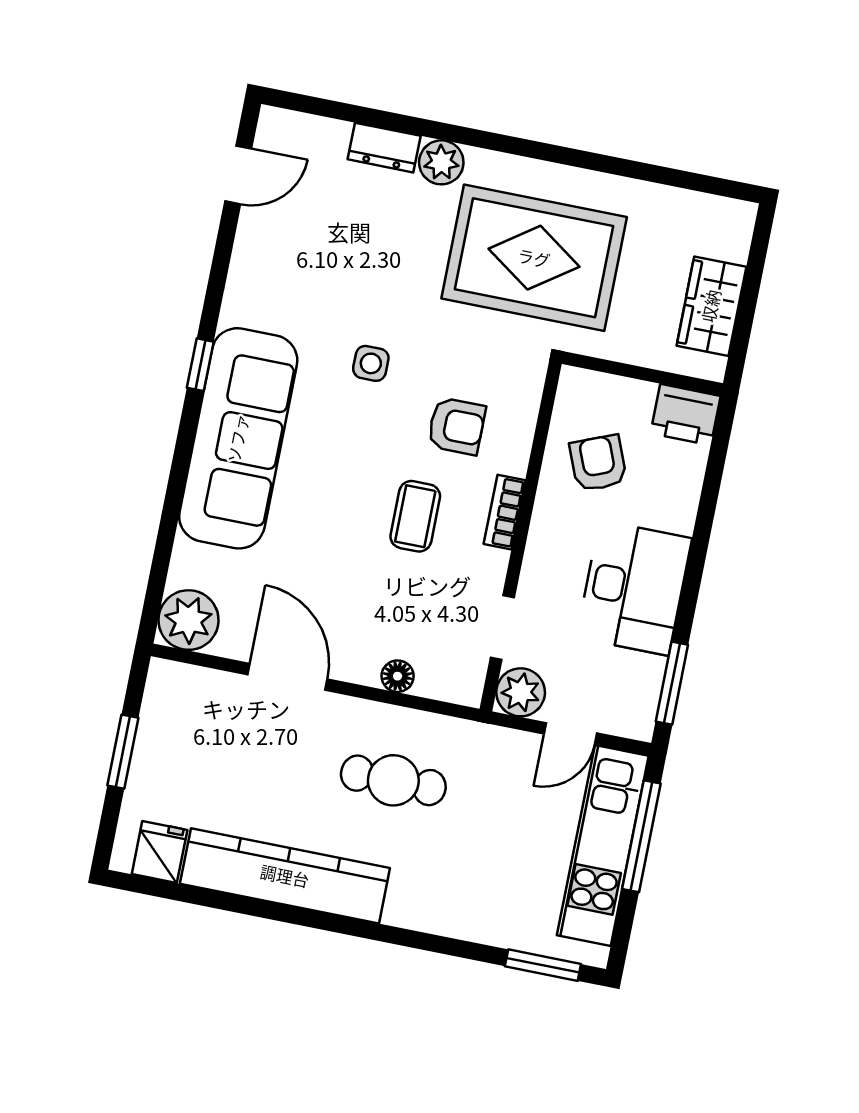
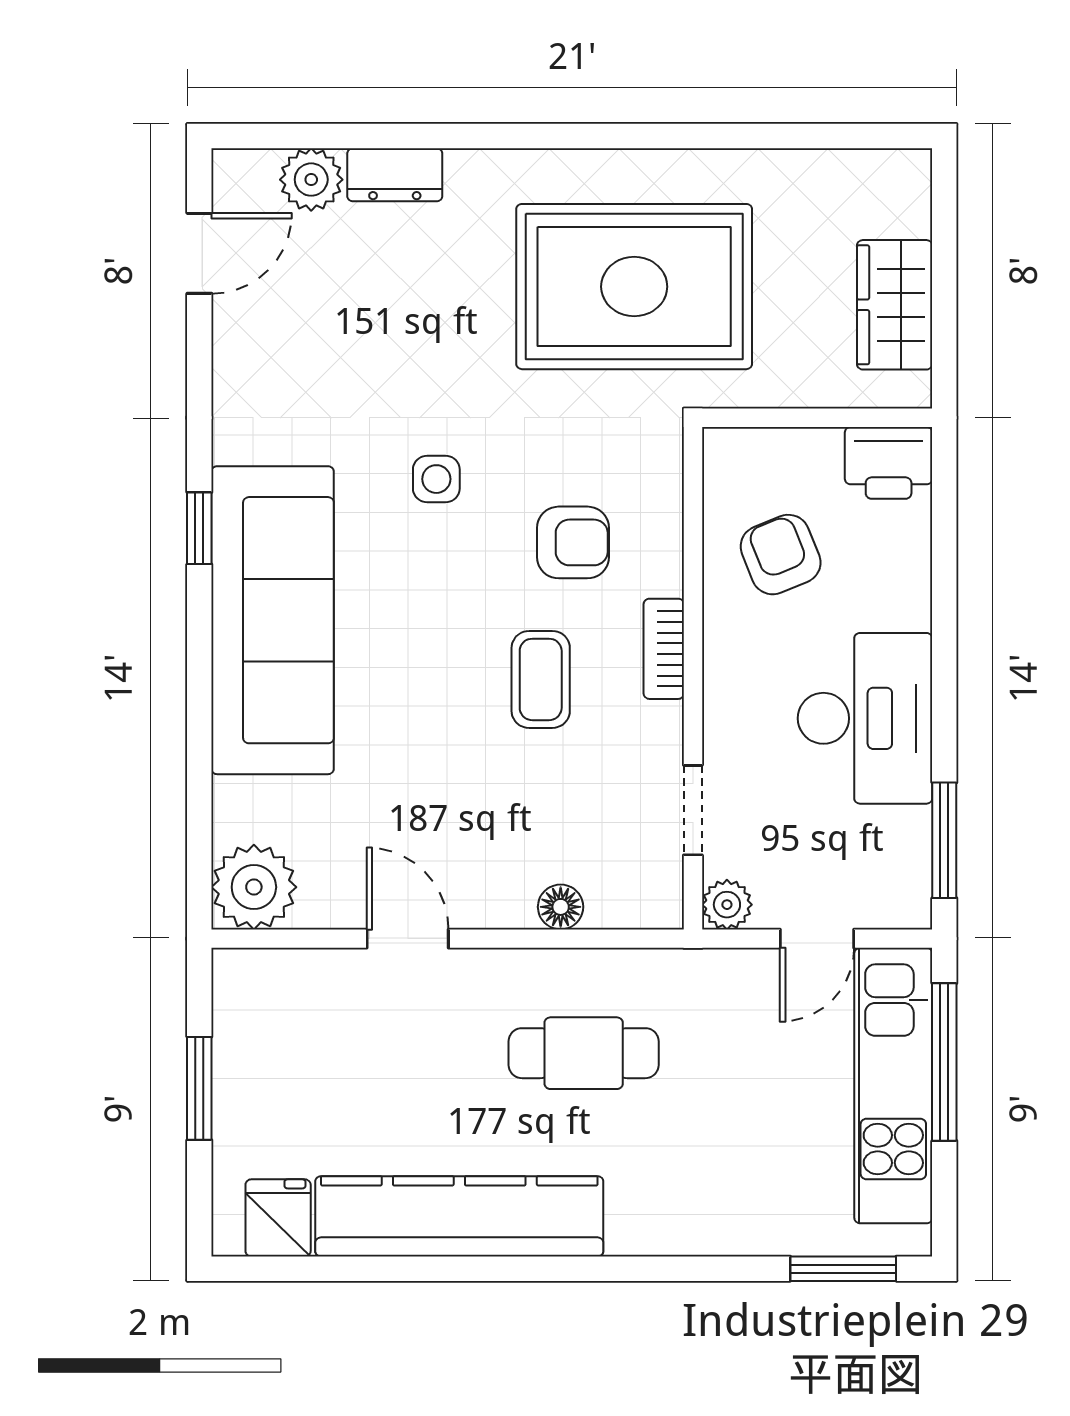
plant: (441, 162) -> (311, 180), moved
door: (288, 677) -> (408, 939), width x0.73
plant: (521, 692) -> (727, 905), width x0.73, depth x0.73

